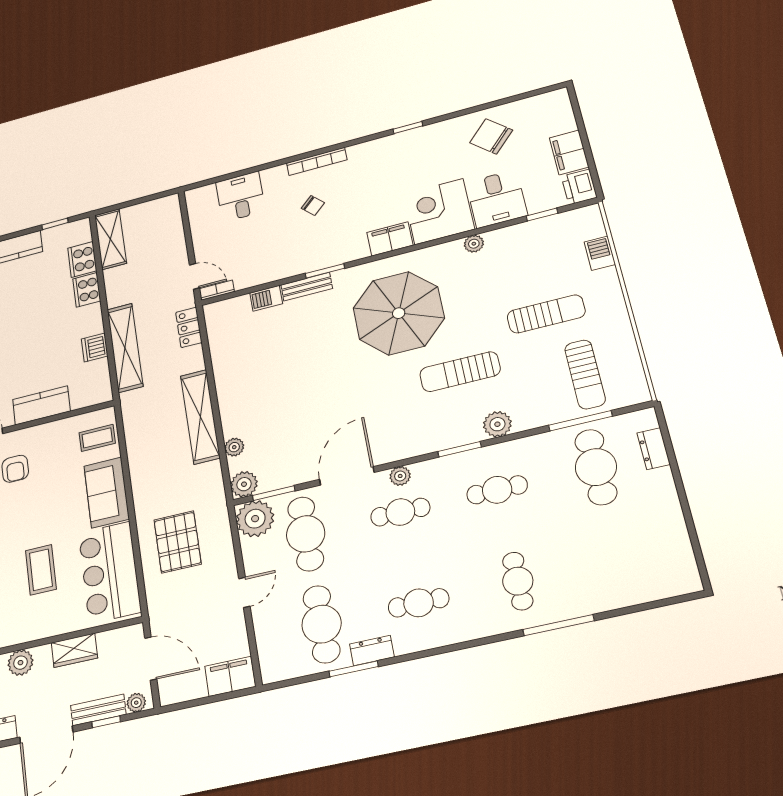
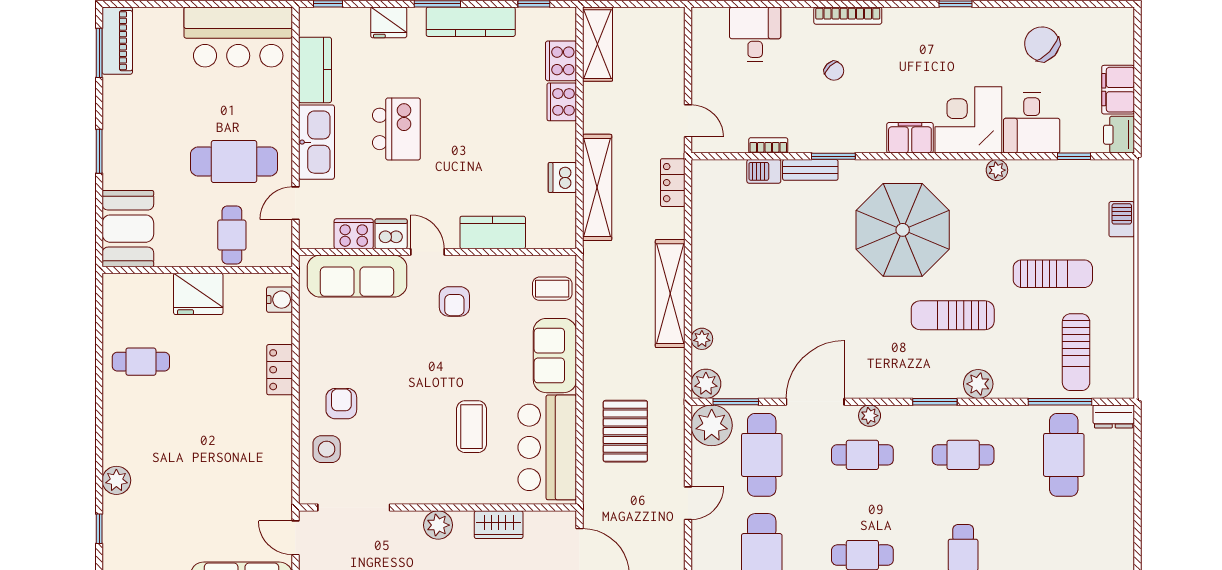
bookcase: (217, 290) -> (768, 145), moved
dresser: (654, 449) -> (1114, 416), moved, turned -90

